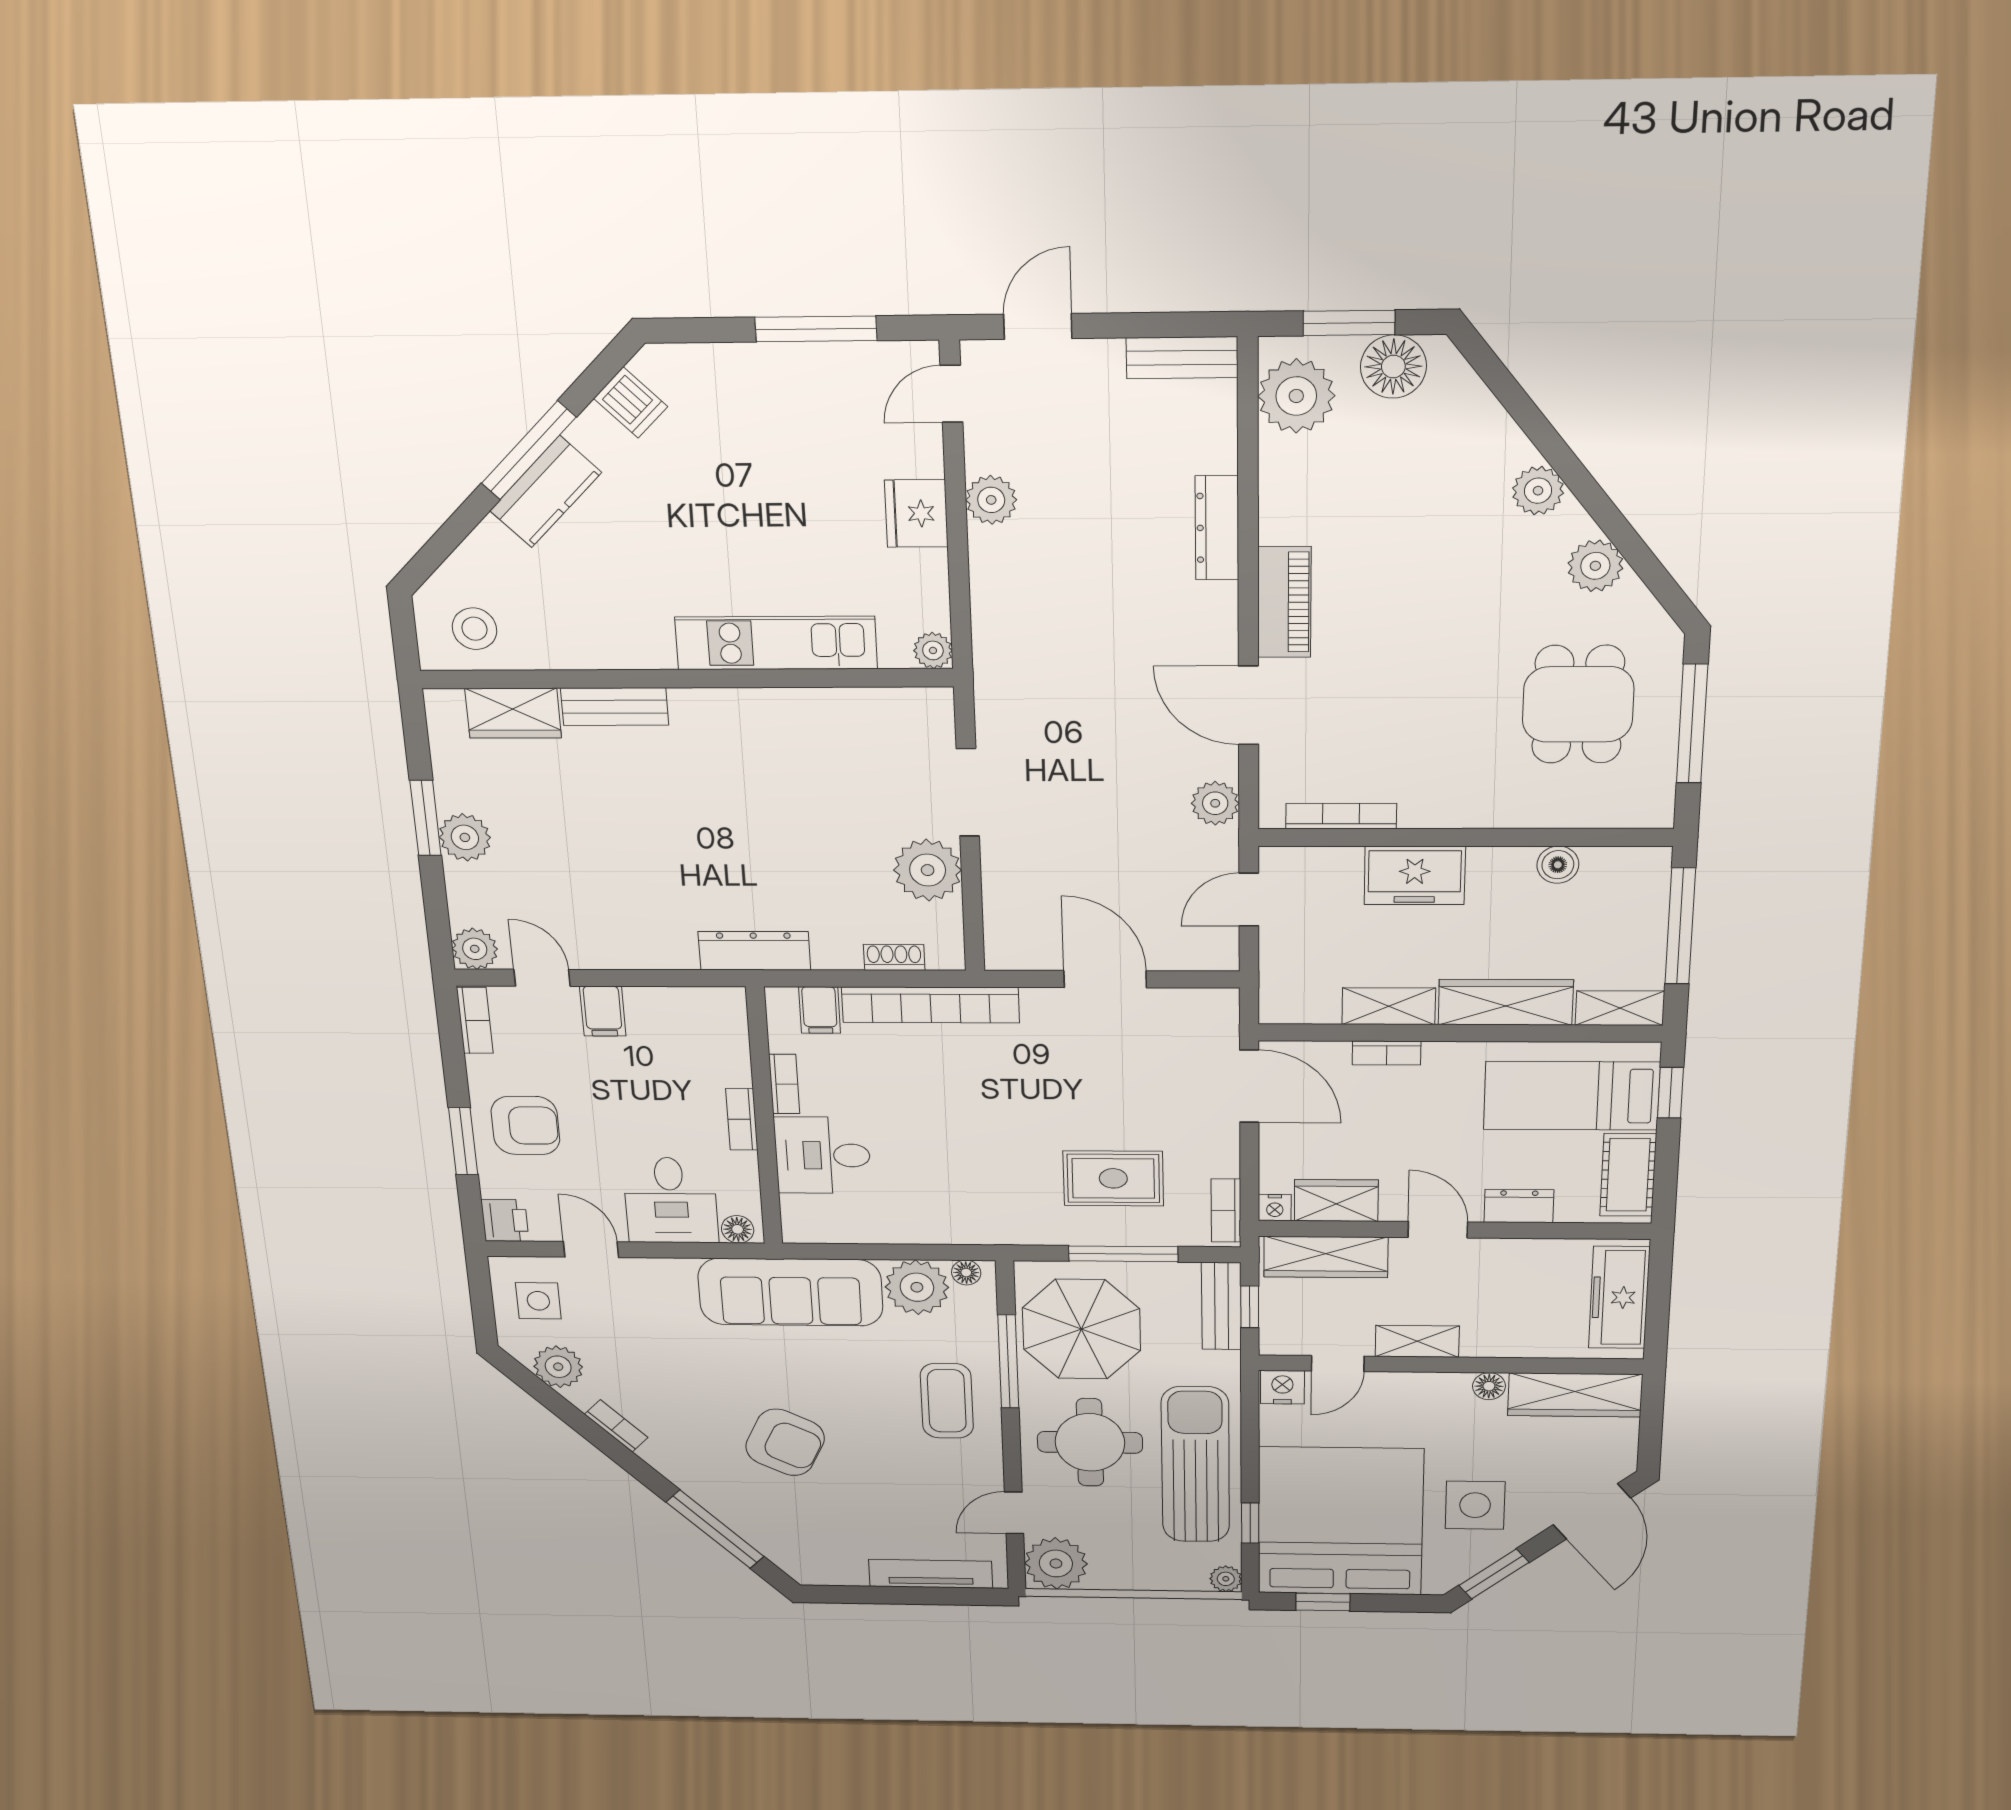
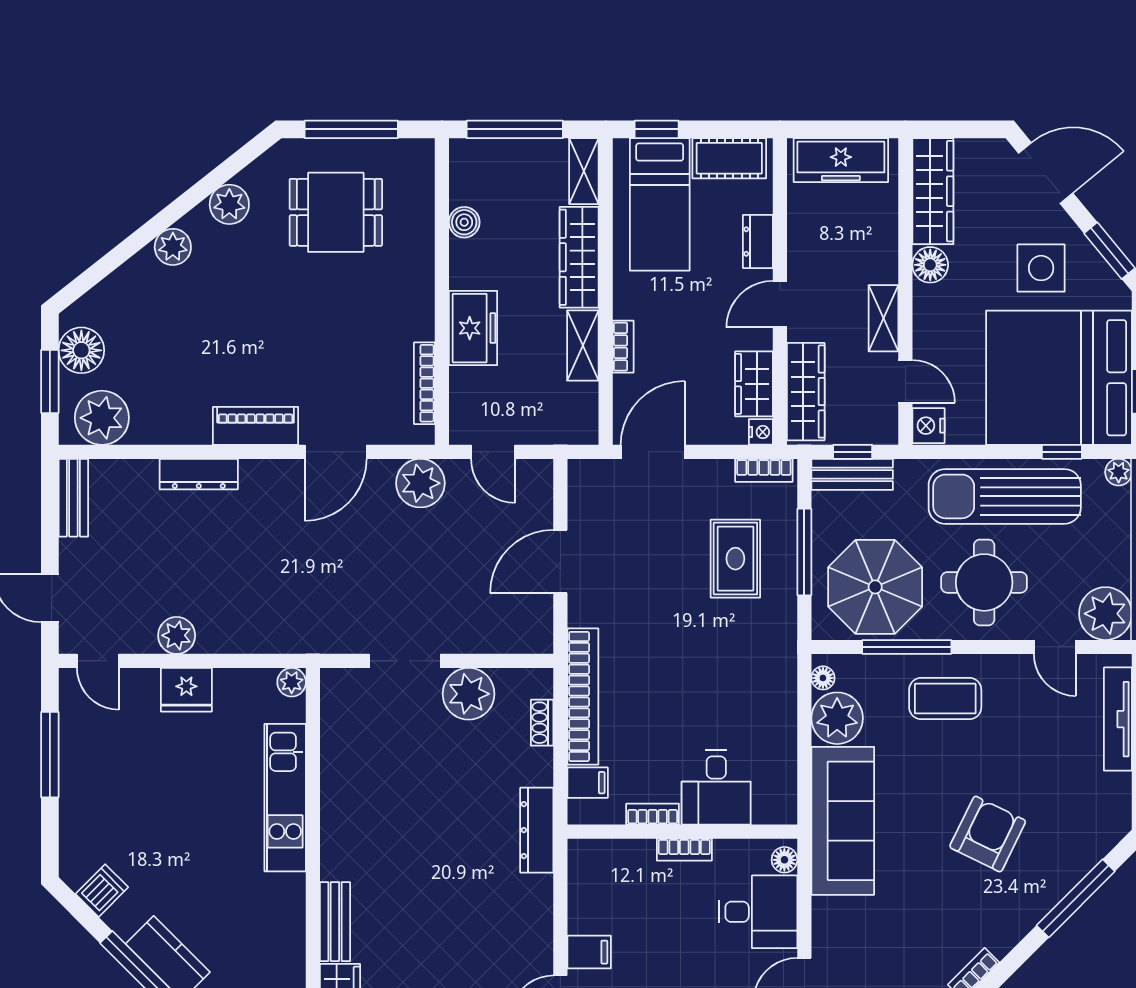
plant: (1215, 803) -> (420, 483), width x1.36, depth x1.36
floor lamp: (1489, 1386) -> (930, 265), width x1.37, depth x1.37

